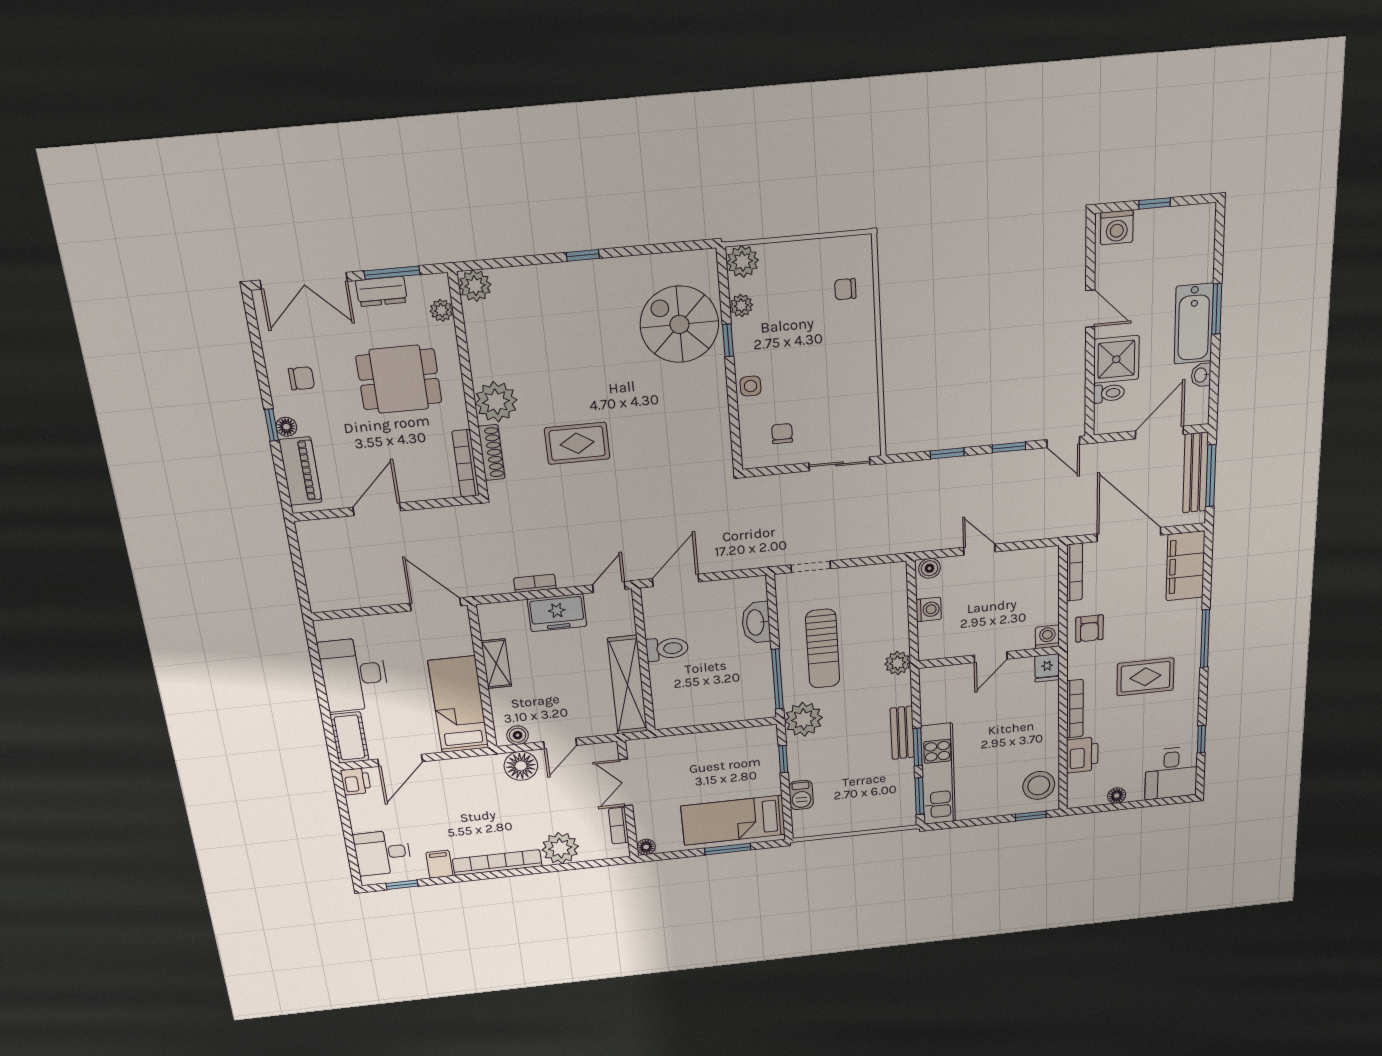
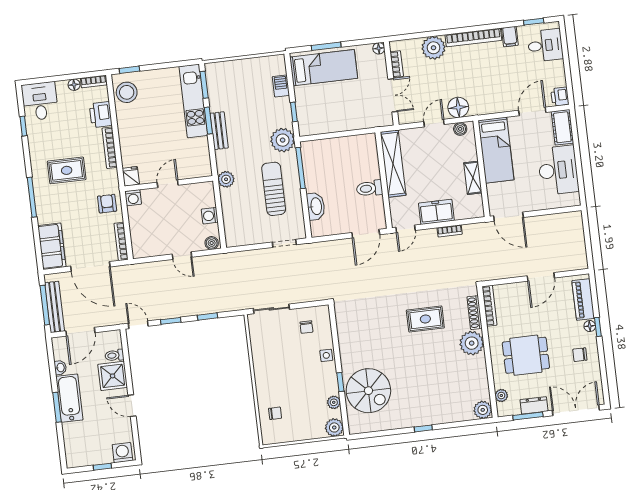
bookcase: (1087, 800) -> (94, 82), added

